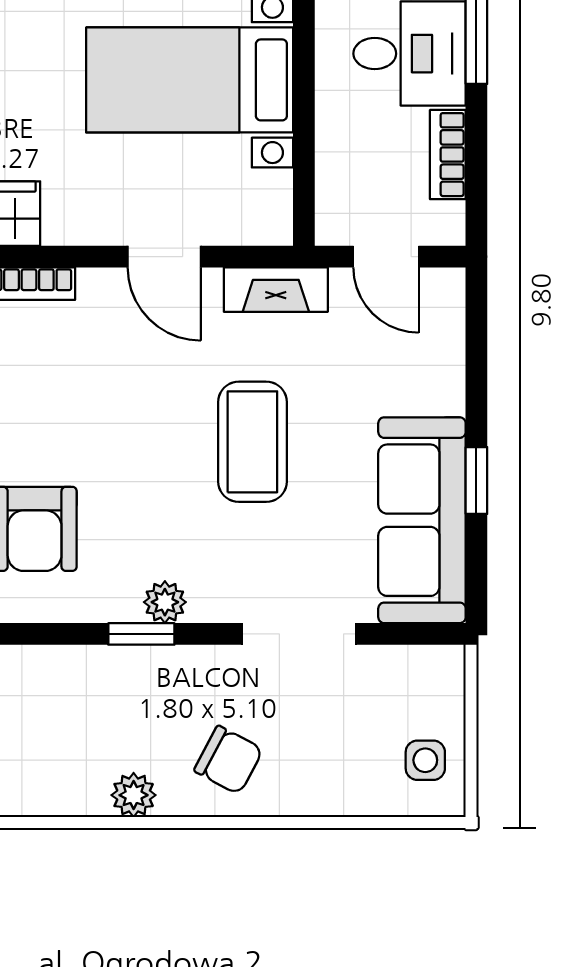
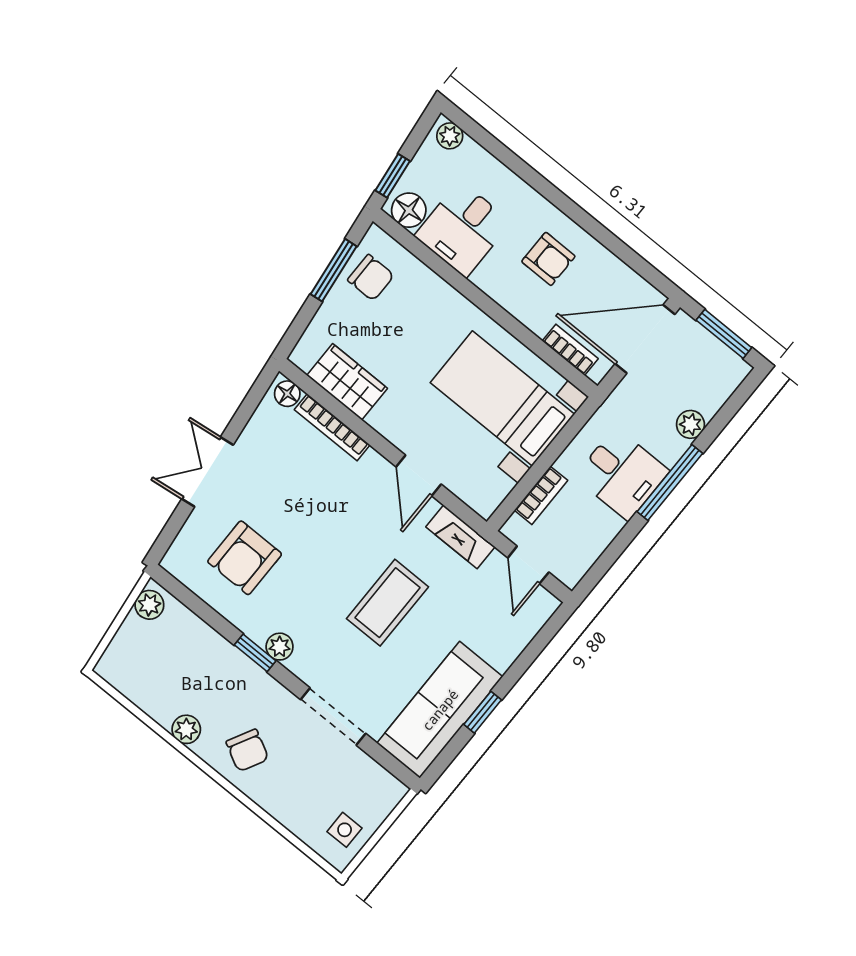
bookcase: (448, 155) -> (541, 495), moved, turned 180

